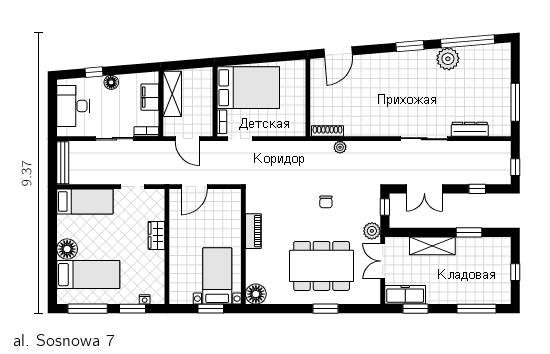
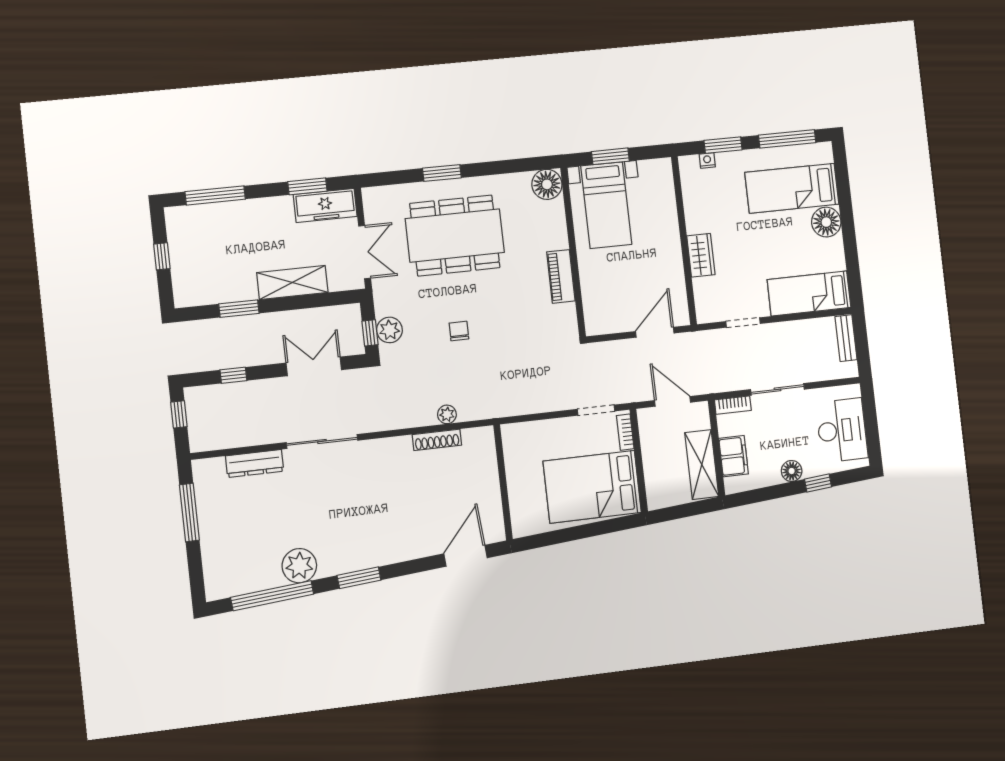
shoe rack: (327, 131) -> (437, 440), moved
bench: (63, 163) -> (846, 338), width x0.73
plant: (372, 231) -> (389, 330), moved

